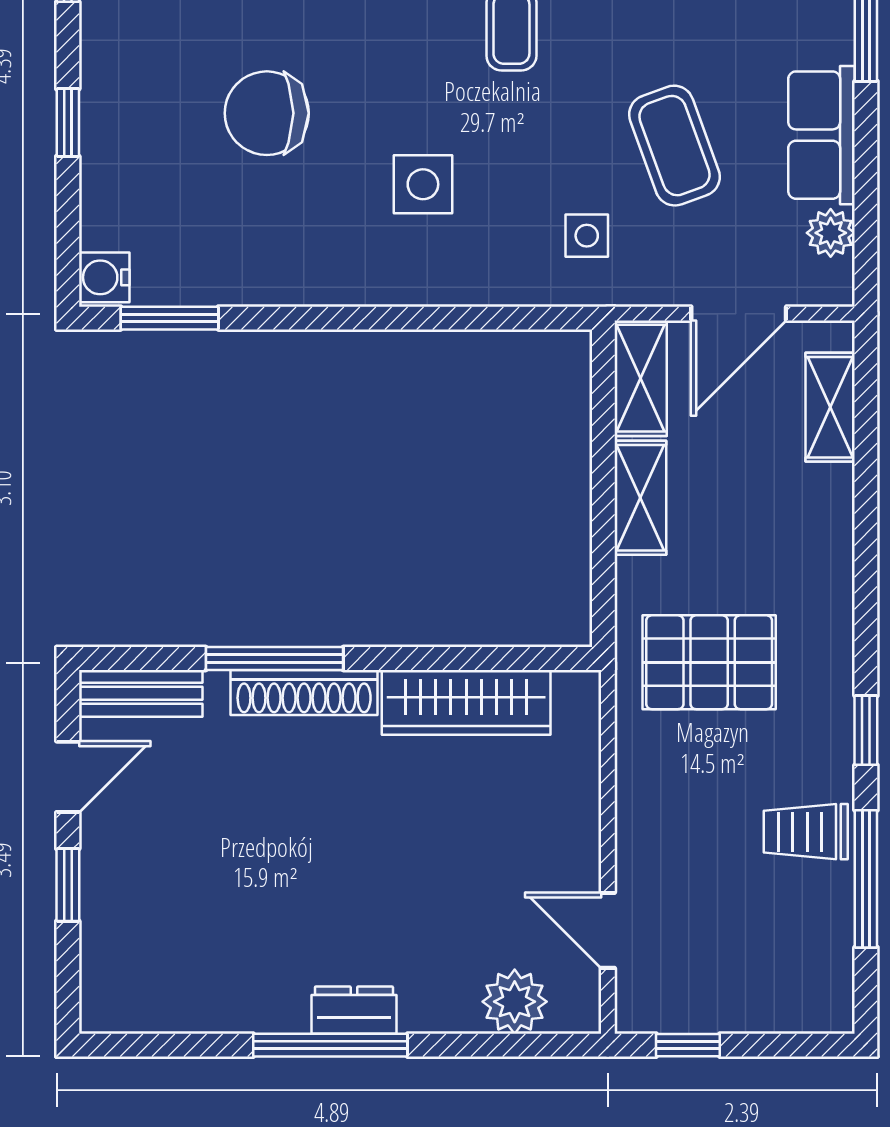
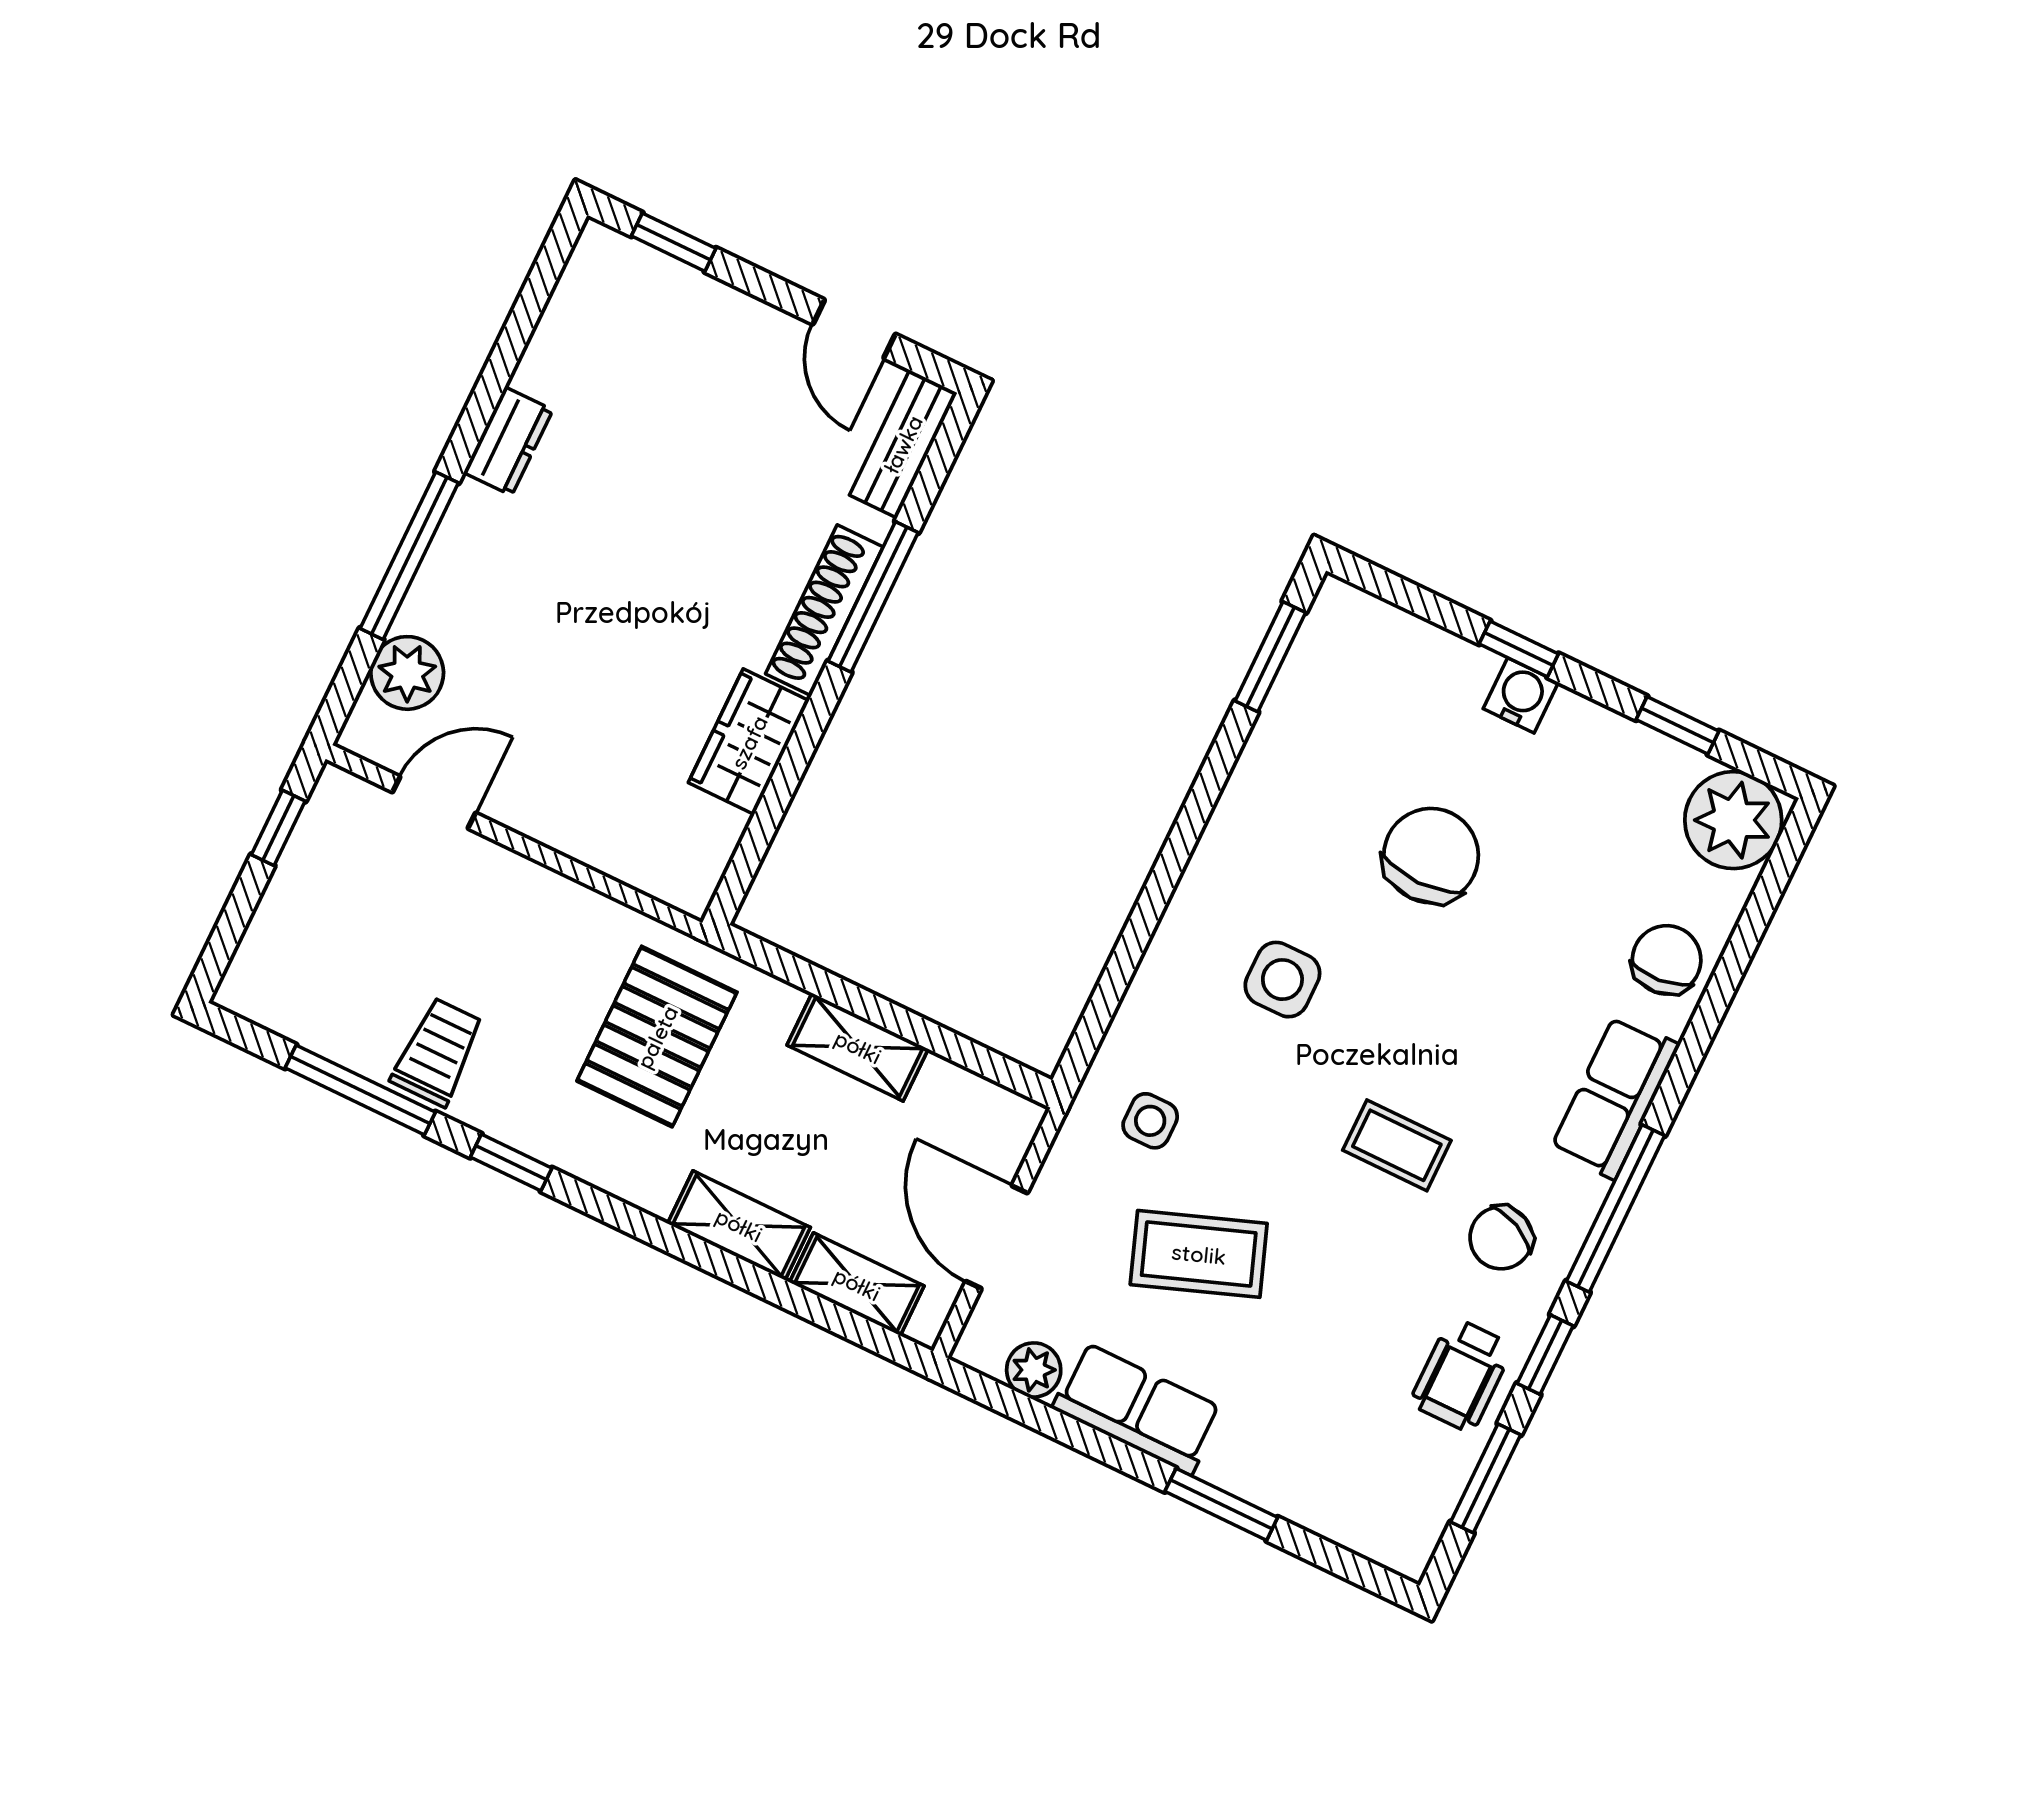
water cooler: (104, 277) -> (1521, 695), moved
shelving: (641, 378) -> (739, 1225), moved
wardrobe: (466, 702) -> (749, 742), width x0.67
window: (68, 885) -> (674, 242), moved
dresser: (354, 1010) -> (508, 441), moved
window: (330, 1045) -> (409, 556), moved

